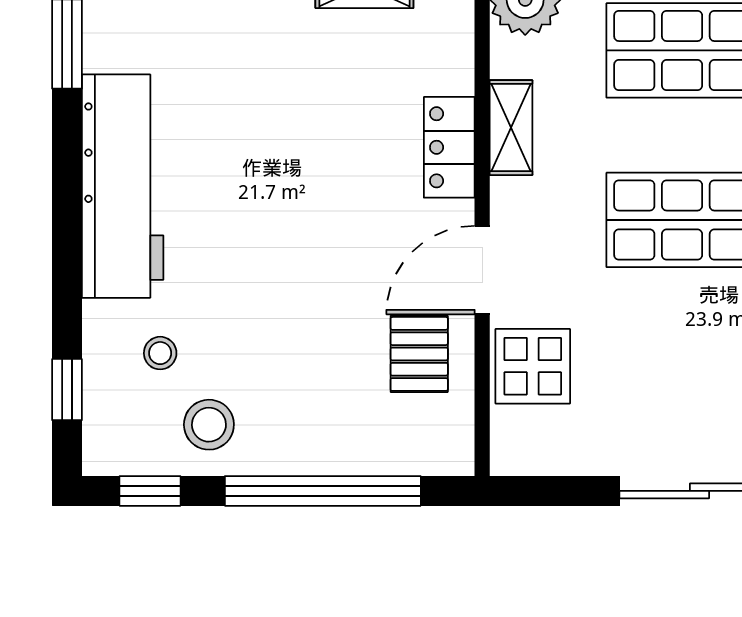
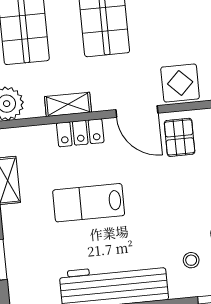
lab bench: (301, 151) -> (89, 203), added
pallet: (419, 354) -> (180, 137), turned 90

